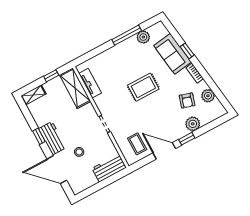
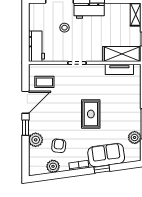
armchair: (187, 100) -> (59, 146), turned 79

